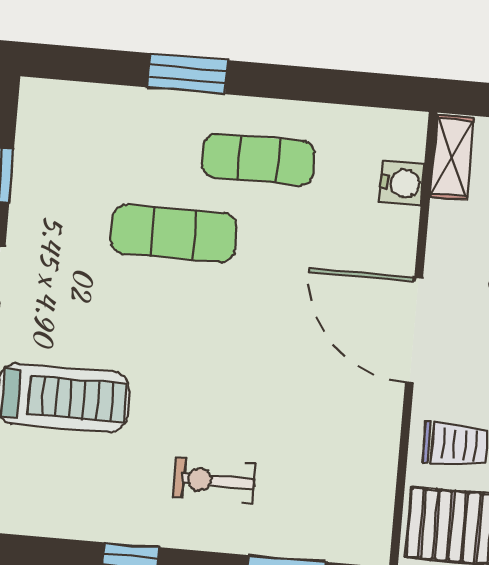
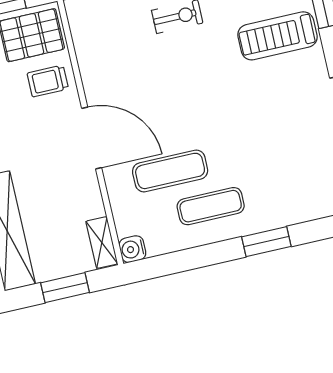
water cooler: (402, 183) -> (132, 249), moved
exercise mat: (174, 234) -> (170, 171), moved

